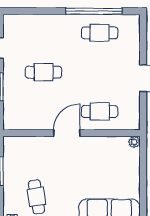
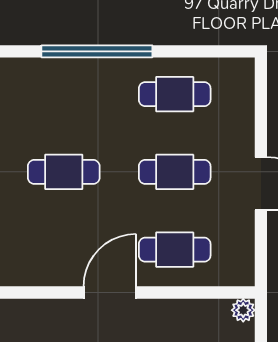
window: (94, 11) -> (97, 51), moved
cafe table: (100, 72) -> (175, 172), added

